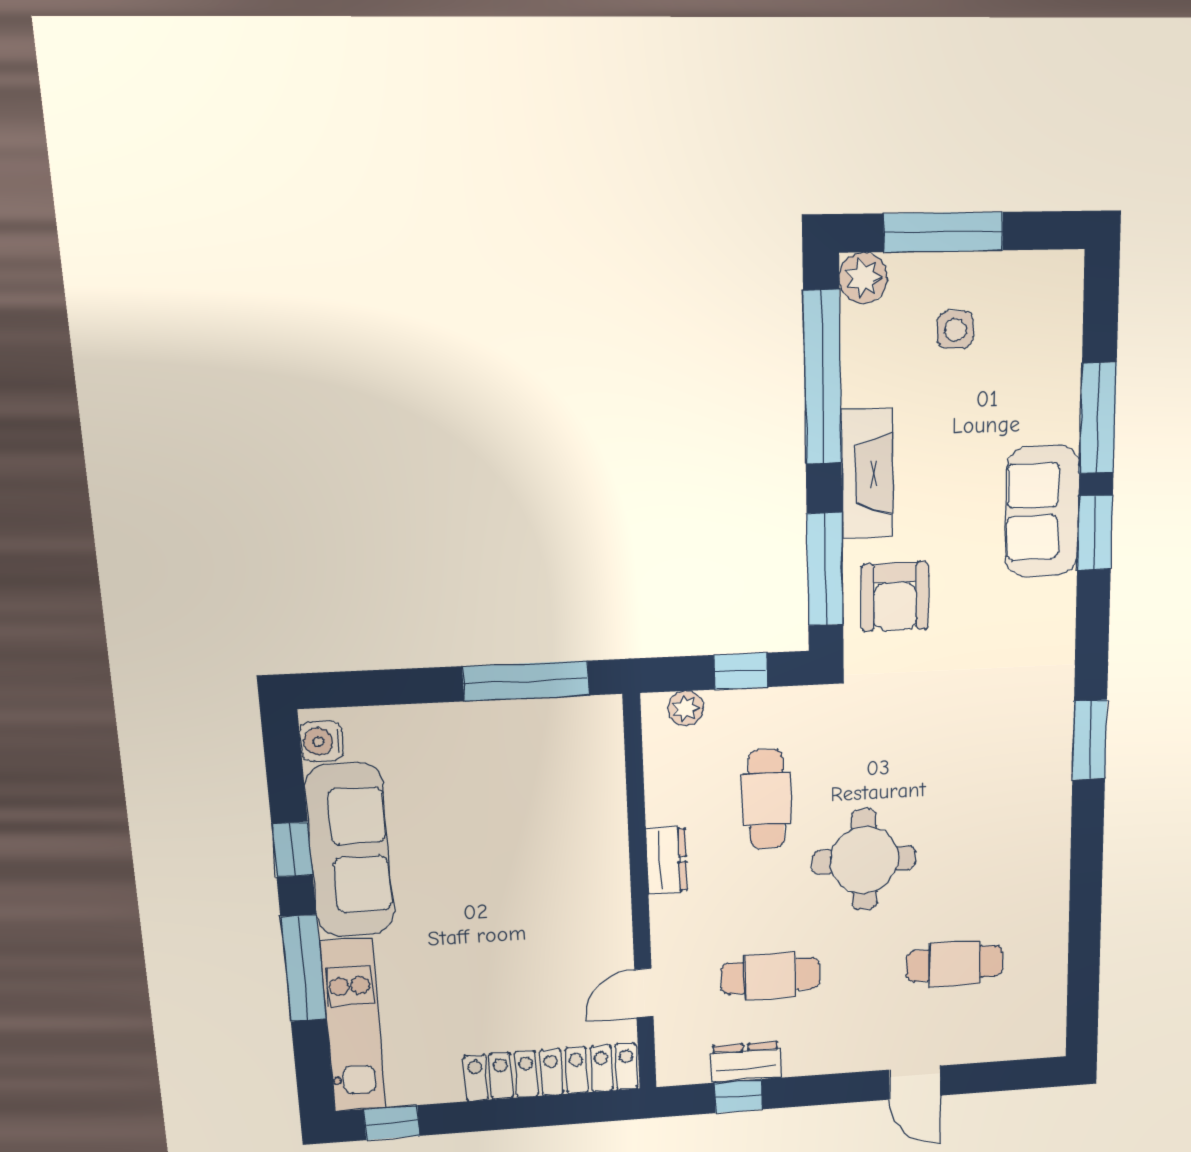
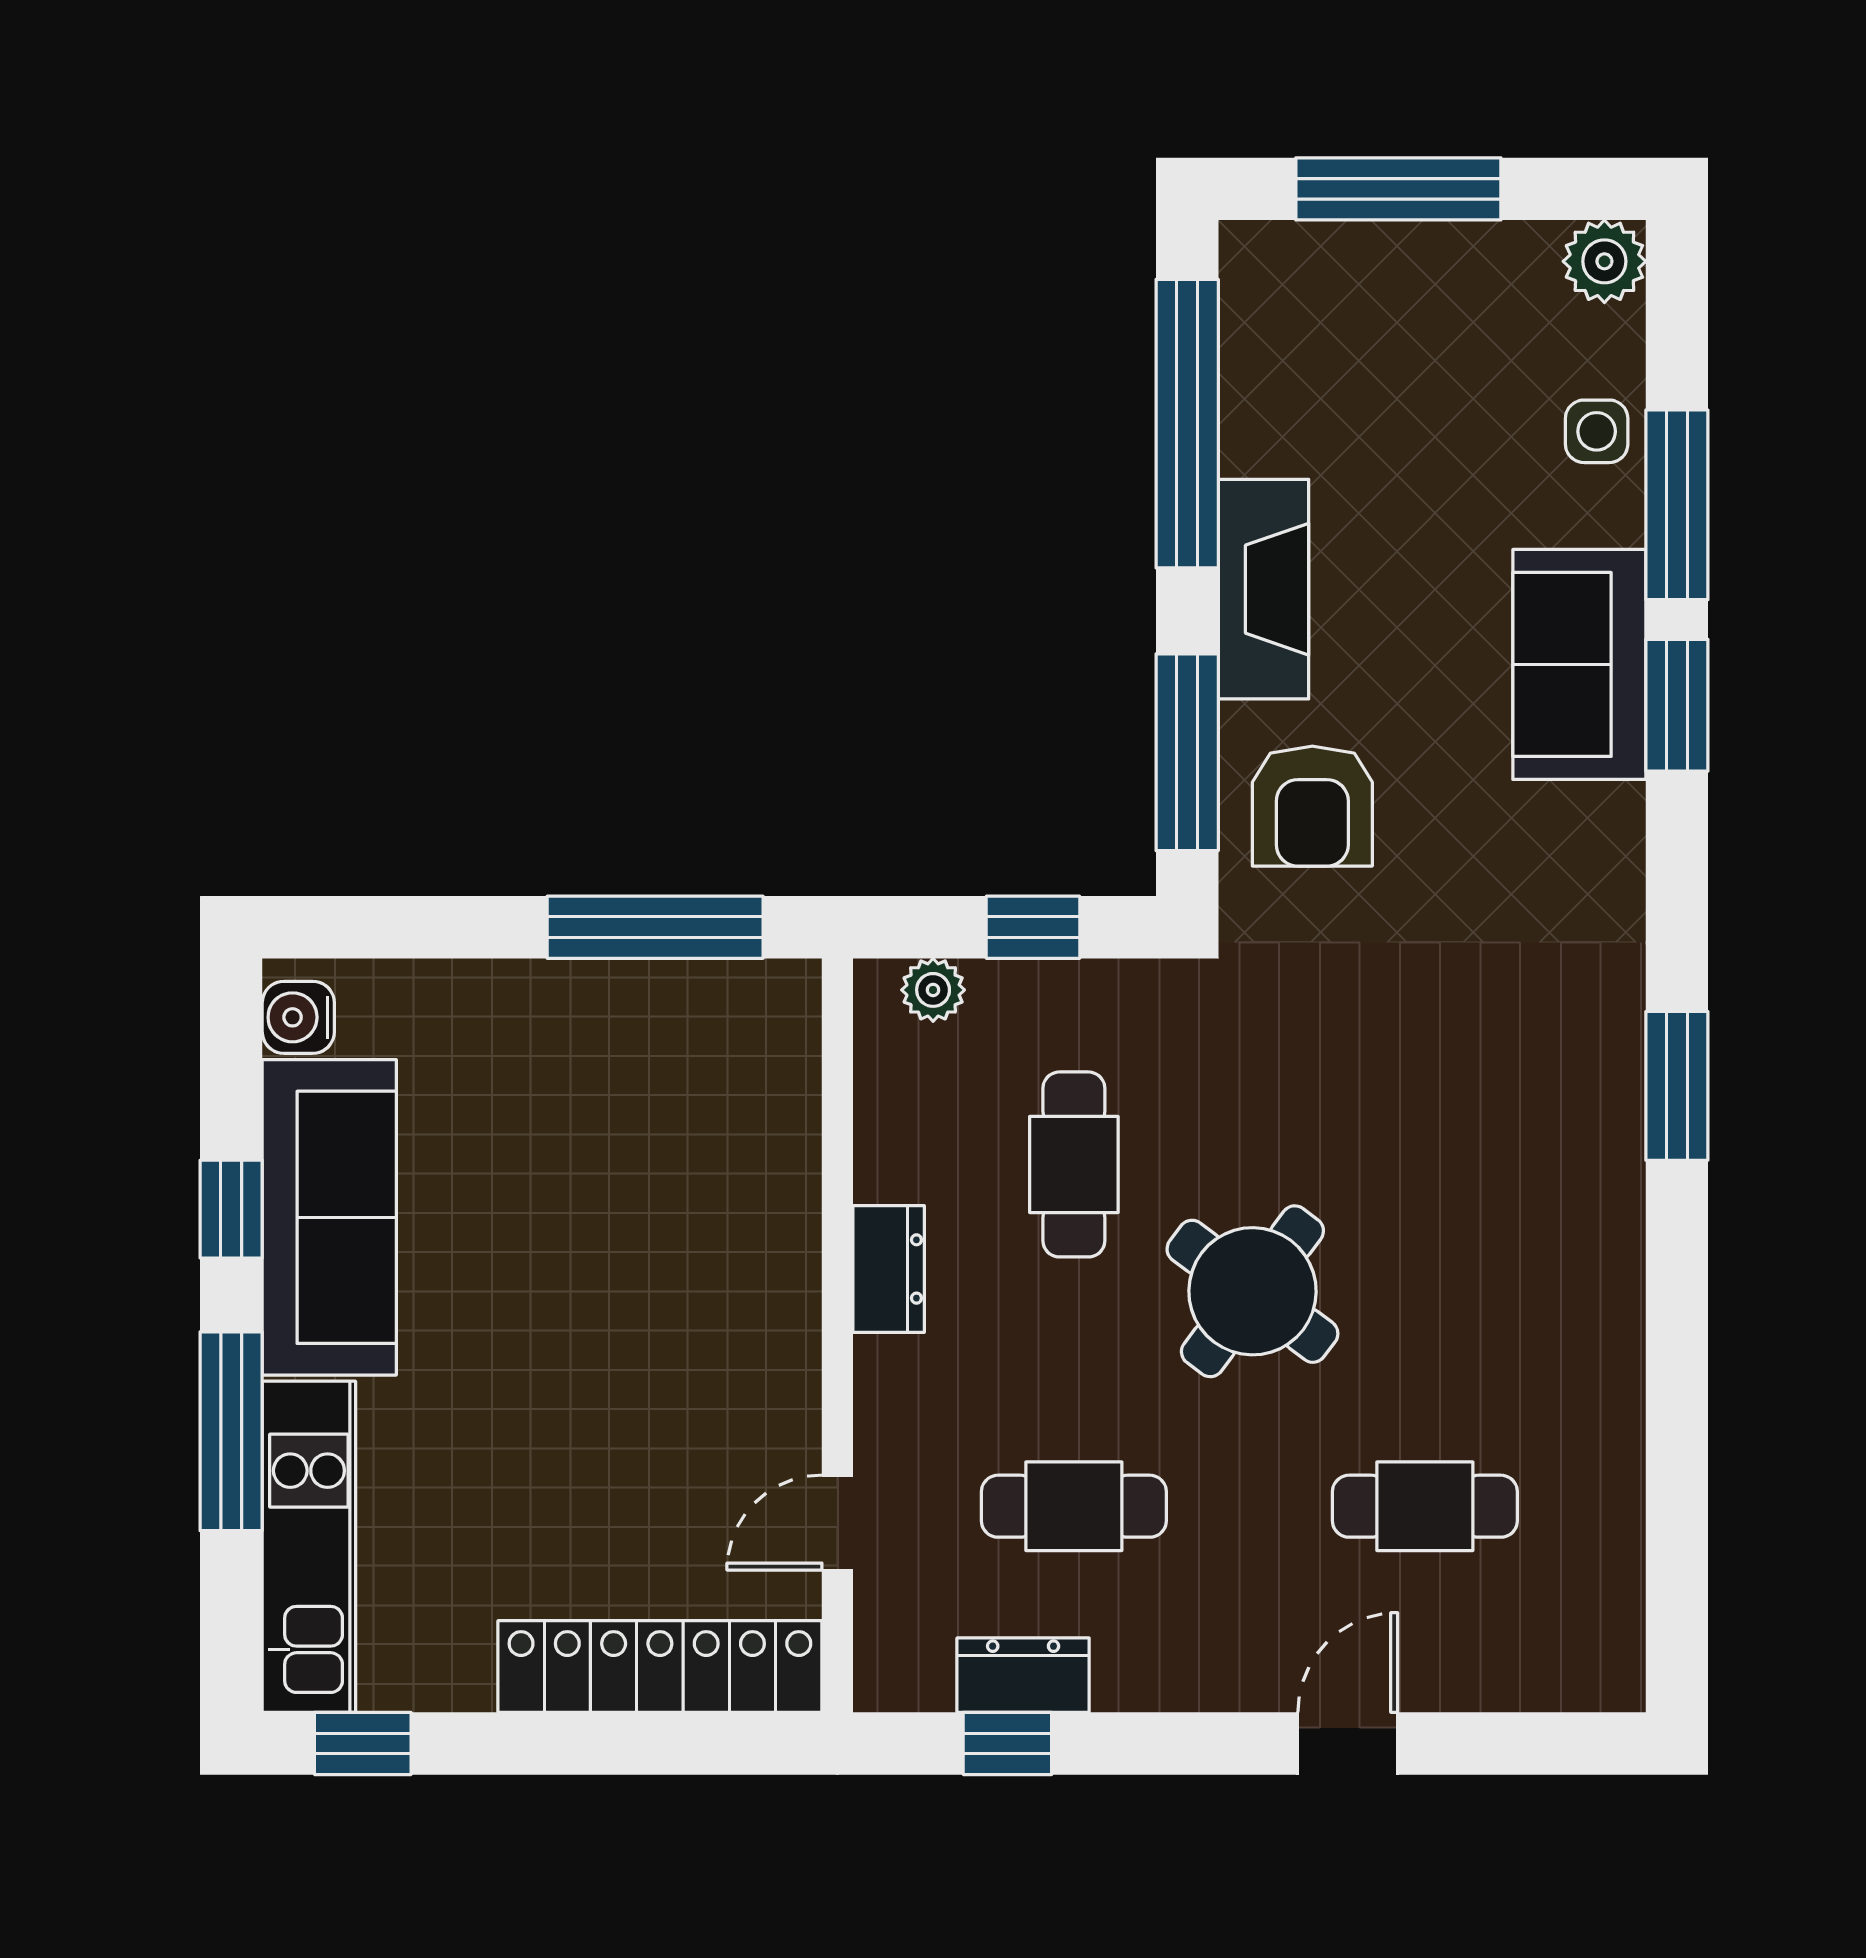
plant: (863, 278) -> (1604, 261), moved
side table: (955, 330) -> (1597, 431), moved
round table: (864, 860) -> (1252, 1291), turned 37
door: (915, 1083) -> (1348, 1743), swing flipped

